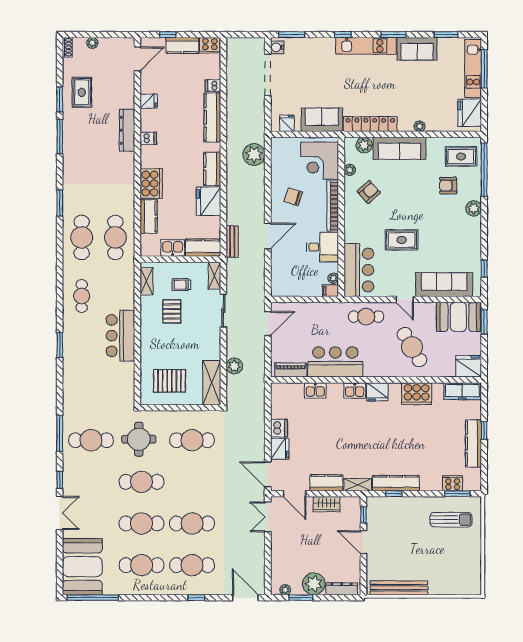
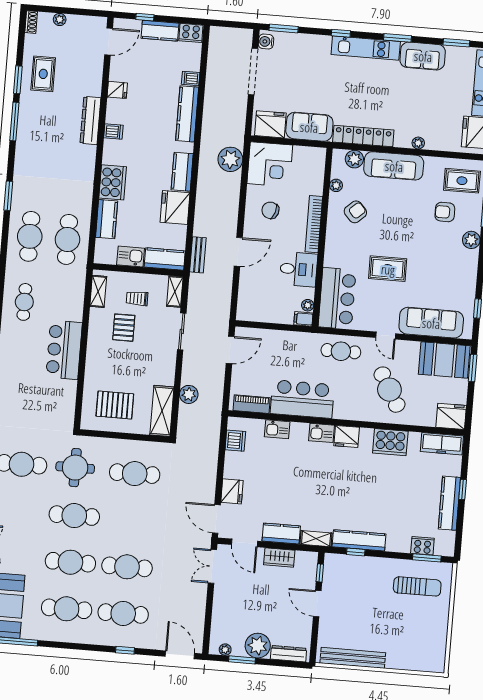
fridge: (287, 123) -> (270, 124), width x1.88, depth x1.34
corner desk: (320, 161) -> (270, 164), moved, turned -90
dishwasher: (279, 428) -> (235, 441), moved

